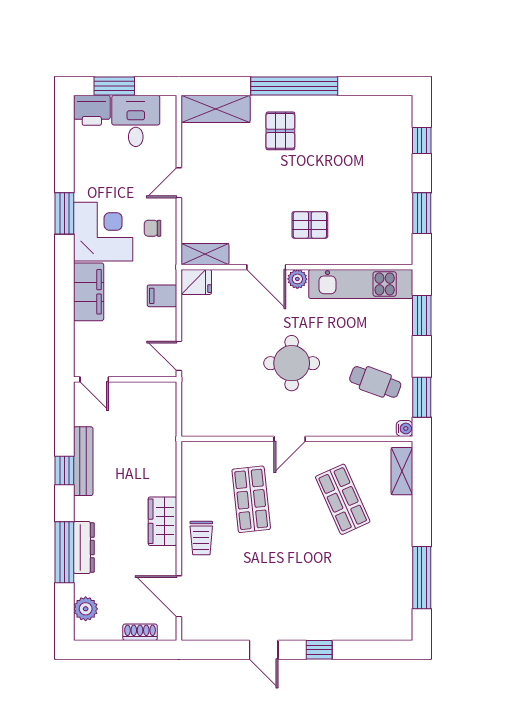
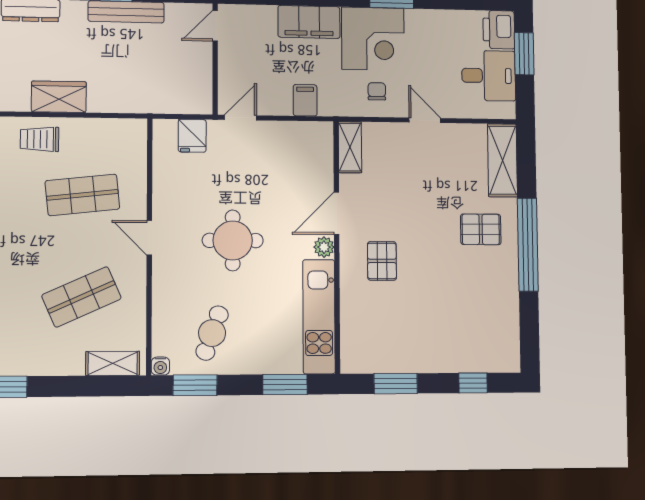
fridge: (196, 282) -> (192, 136), moved

